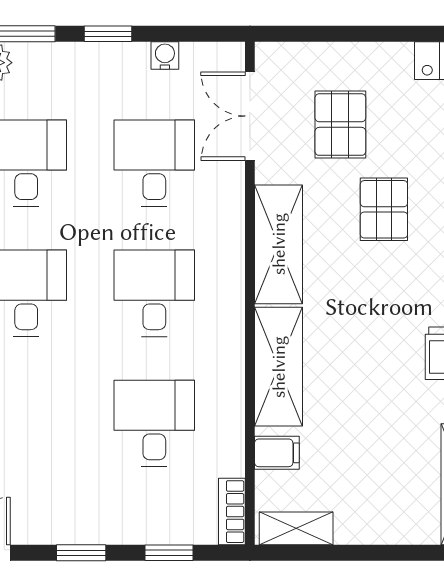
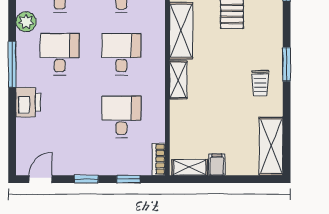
shelving: (279, 367) -> (178, 80), width x0.67, depth x0.75
filing cabinet: (277, 453) -> (217, 165), moved, turned -90

